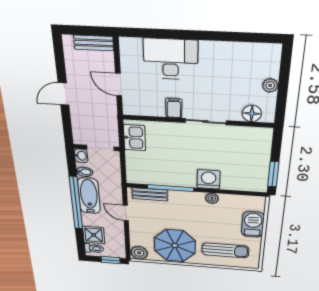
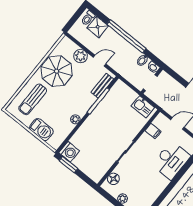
filing cabinet: (174, 108) -> (153, 131), moved
washing machine: (209, 179) -> (69, 152), moved
bathtub: (89, 196) -> (126, 49), removed
plant: (139, 253) -> (81, 56), moved
window: (111, 260) -> (72, 21), removed

